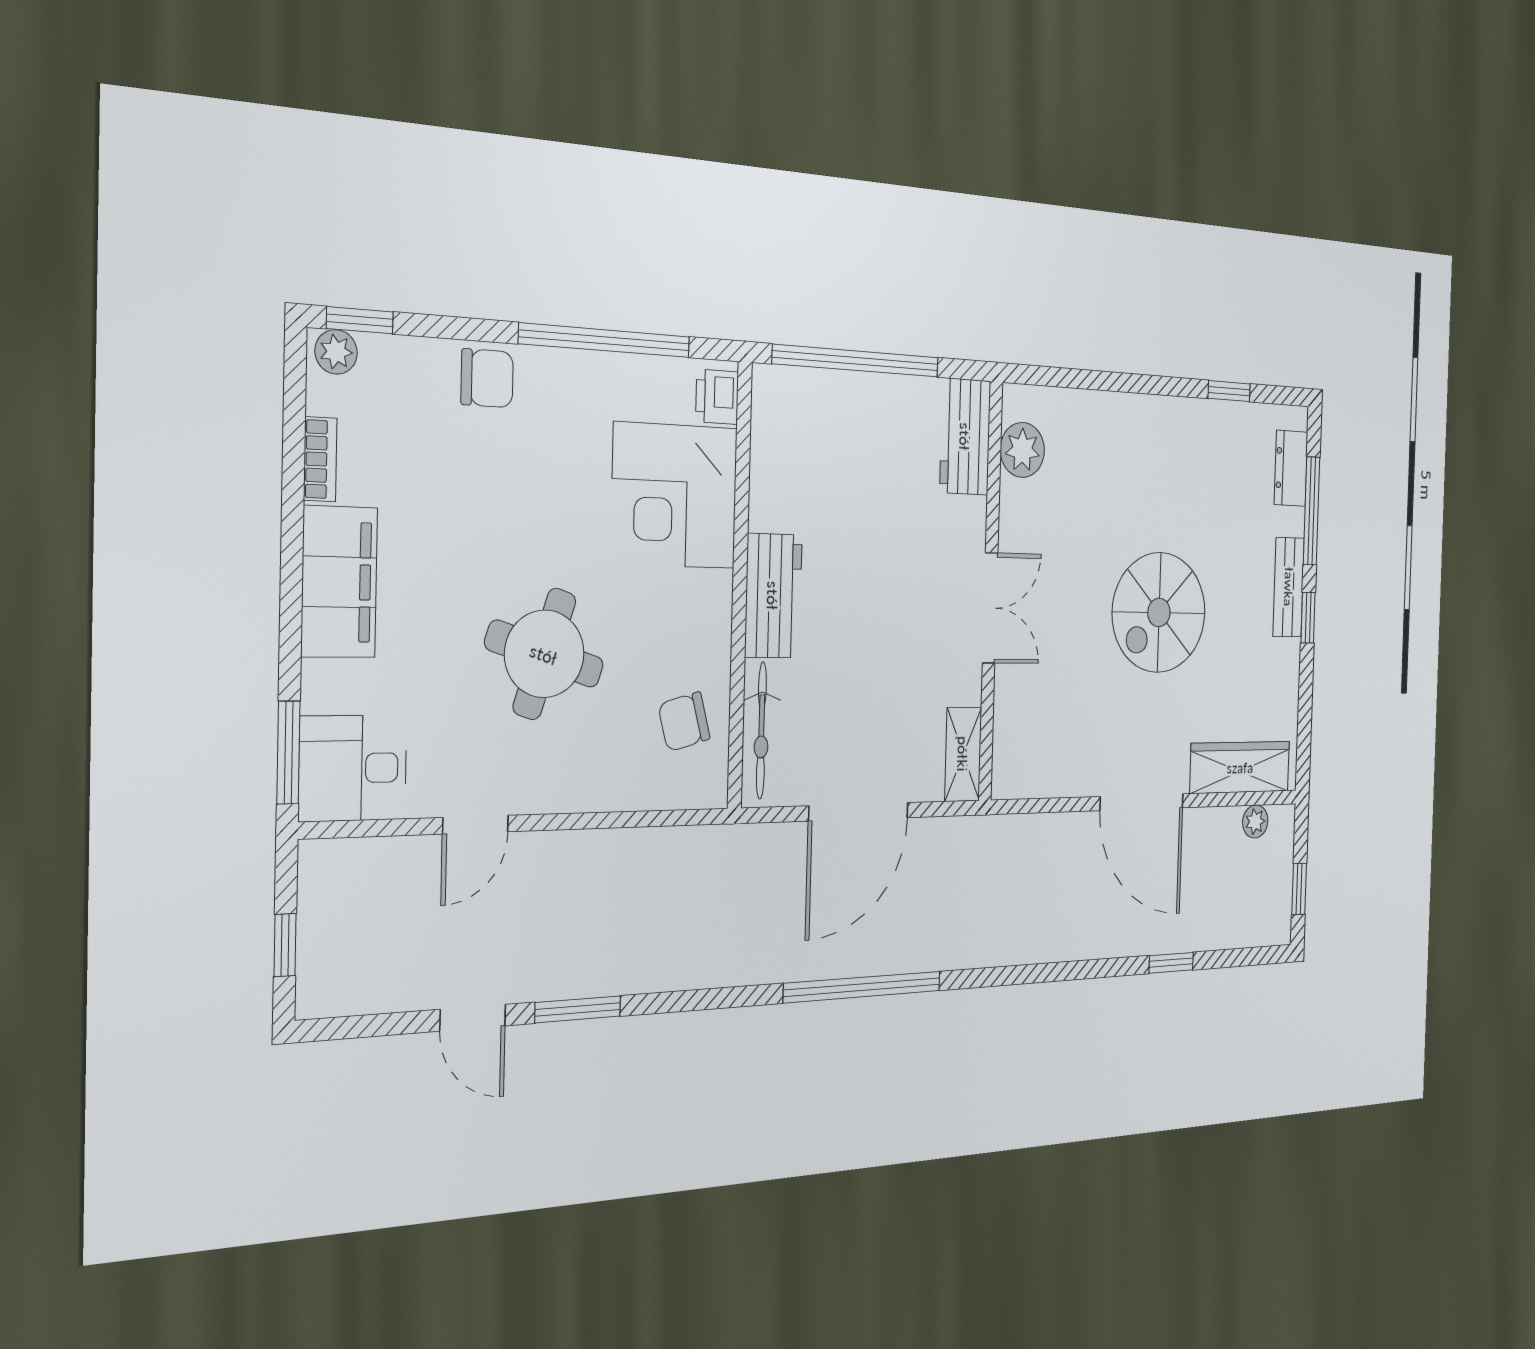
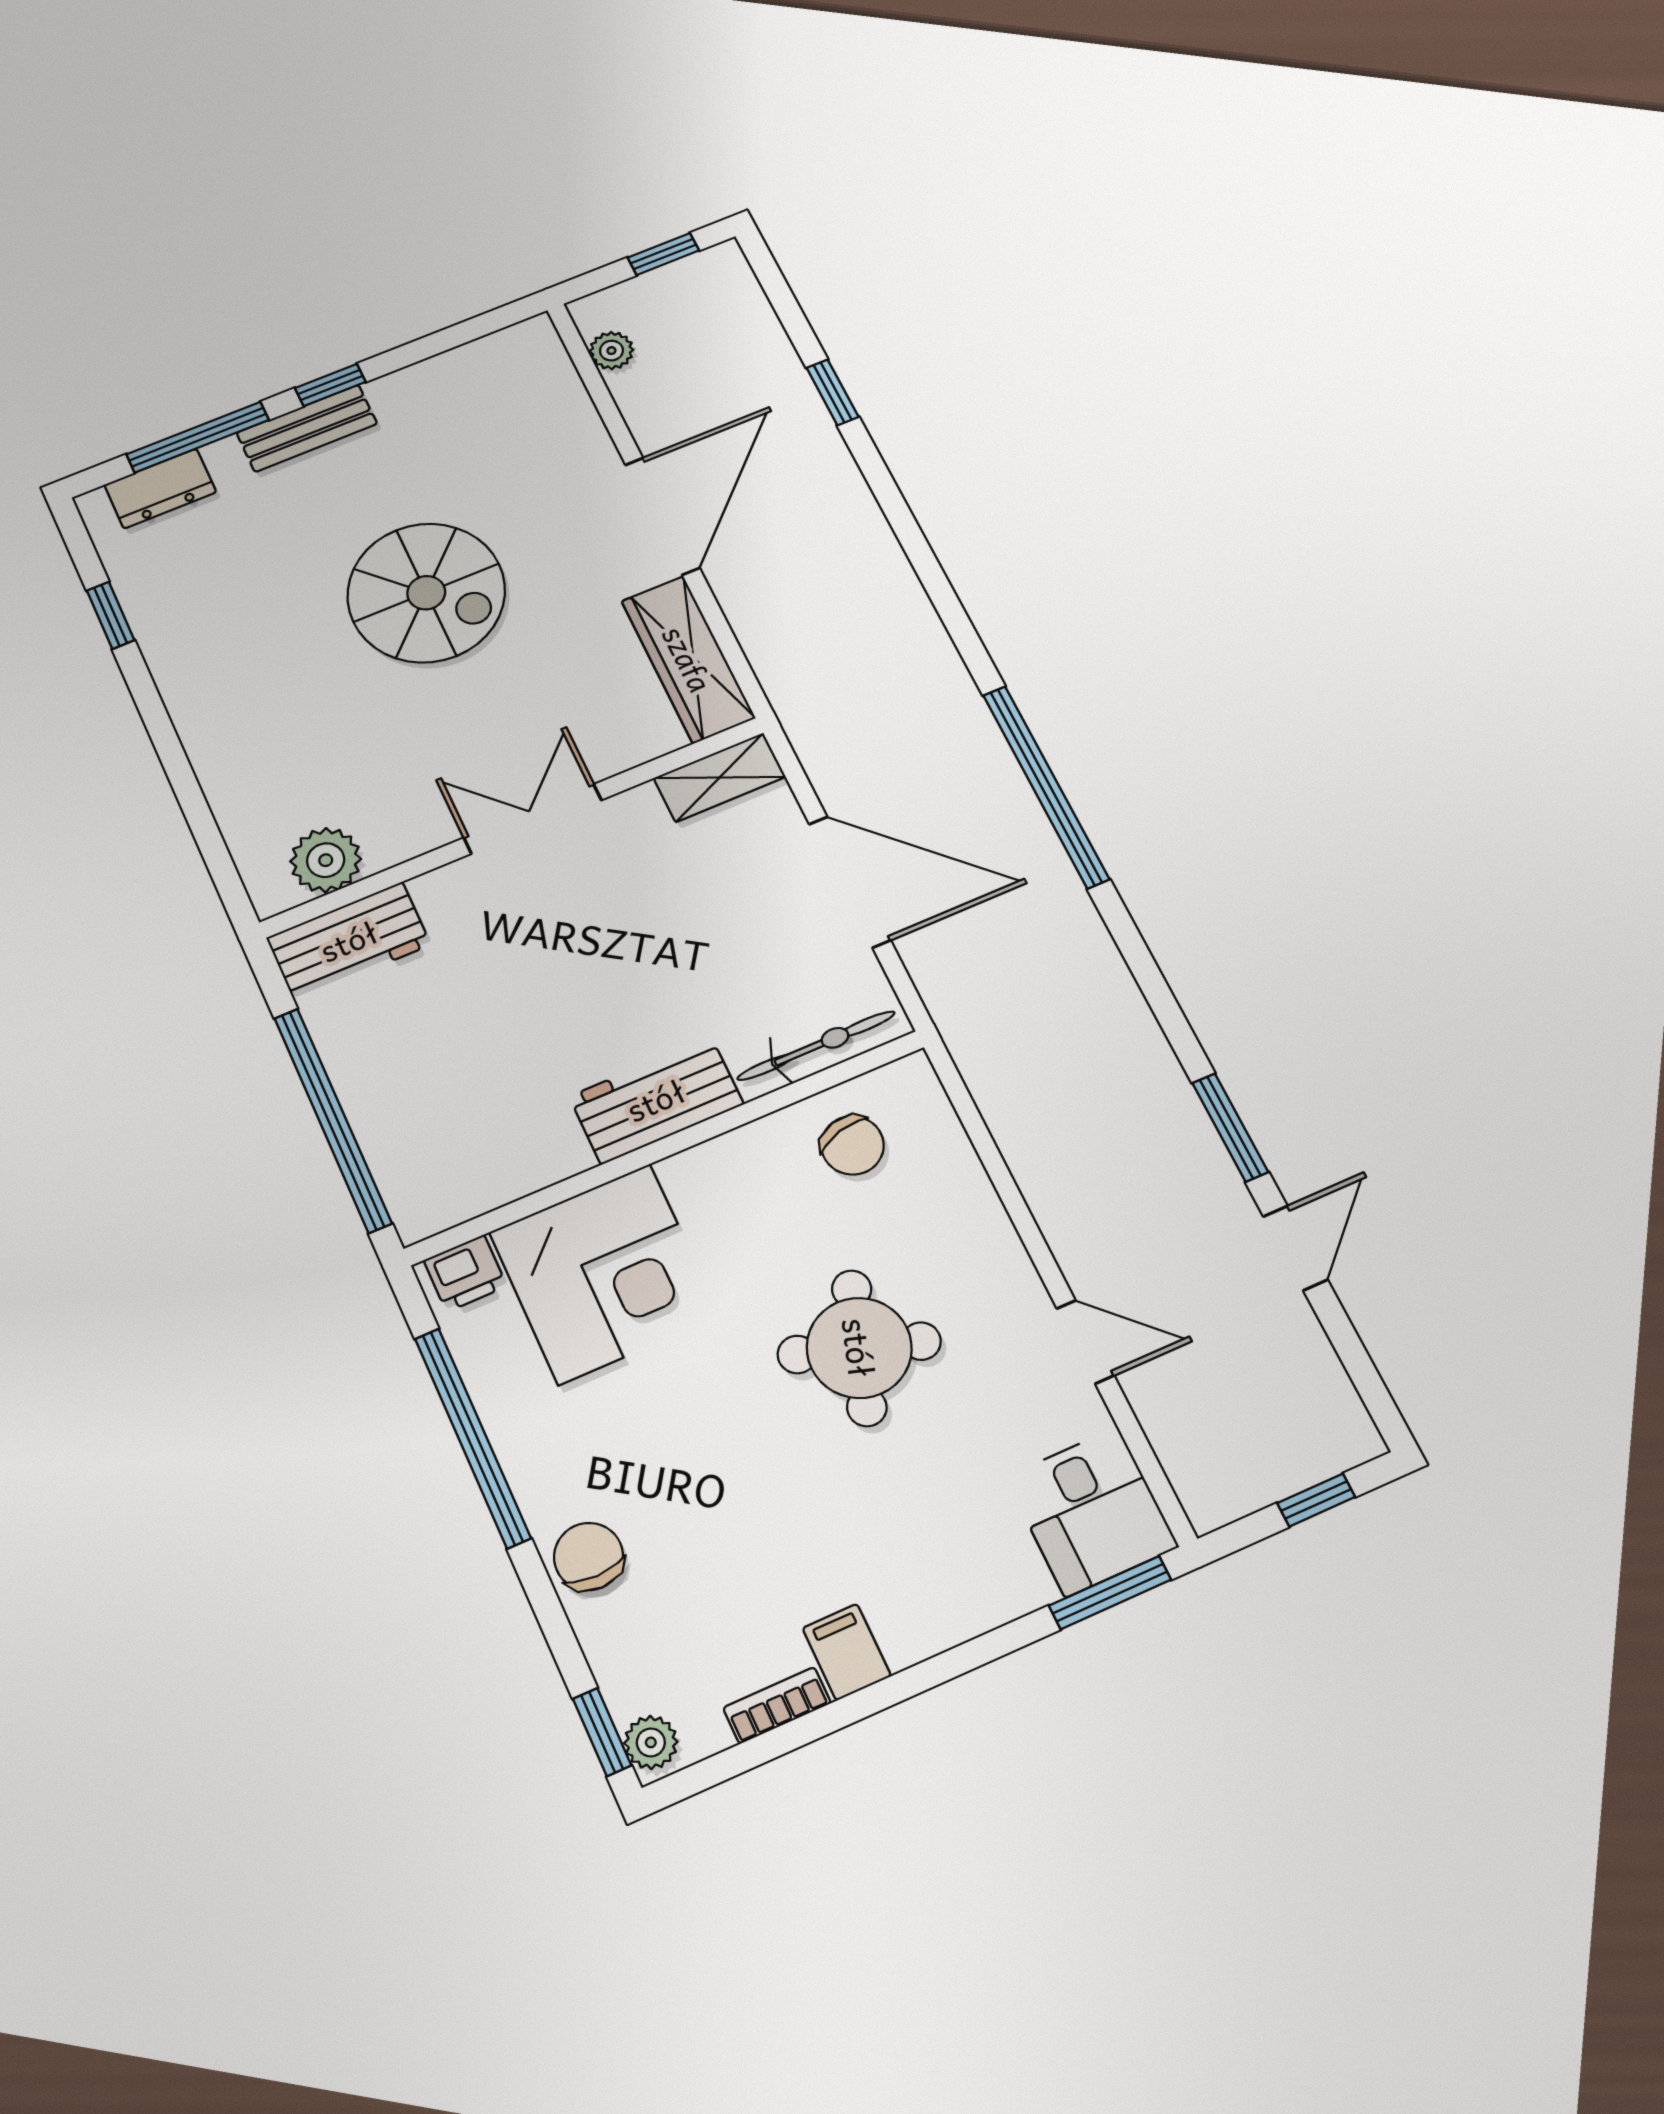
filing cabinet: (339, 582) -> (847, 1652), width x0.33, depth x0.86
wardrobe: (1240, 767) -> (688, 659), moved

